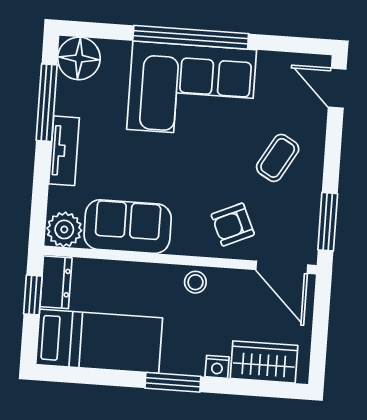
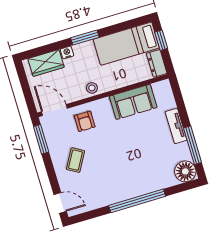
corner sofa: (192, 90) -> (127, 177), removed
armchair: (233, 225) -> (85, 121), turned 114
plant: (64, 229) -> (162, 89), removed
window: (33, 295) -> (161, 40), moved

